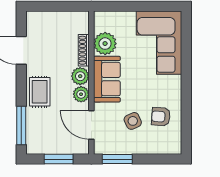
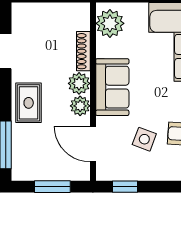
plant: (105, 44) -> (110, 23), moved
side table: (133, 121) -> (144, 139), turned 45
window: (117, 159) -> (125, 187), width x0.67

